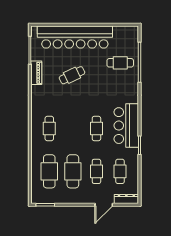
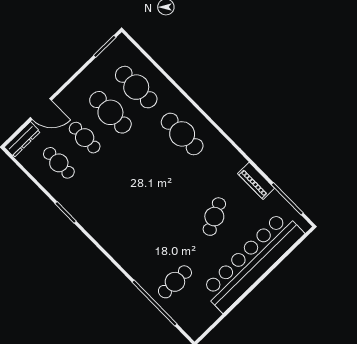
bar counter: (126, 126) -> (101, 220), removed
cafe table: (49, 129) -> (182, 134), width x1.37, depth x1.35
cafe table: (96, 129) -> (131, 184), removed
door: (104, 205) -> (41, 109), swing flipped

